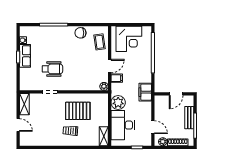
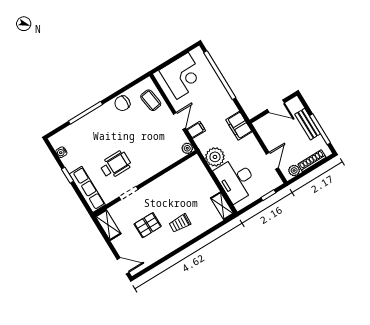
row of seats: (25, 56) -> (87, 189), moved, width x1.48
door: (176, 94) -> (276, 106), hinge flipped
pallet: (78, 111) -> (148, 225), moved, width x0.67, depth x0.71
door: (18, 125) -> (123, 266), moved
door: (153, 127) -> (272, 161), hinge flipped

